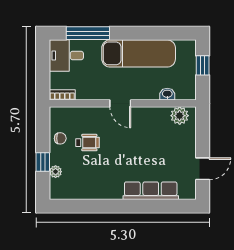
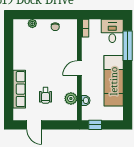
window: (203, 65) -> (95, 125), moved
plant: (180, 116) -> (71, 98), moved
wheelchair: (87, 143) -> (45, 95), moved
window: (43, 162) -> (39, 15), removed

